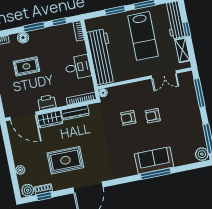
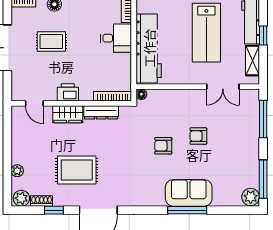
desk: (78, 67) -> (116, 38), moved
door: (23, 116) -> (34, 103), width x0.53
armchair: (128, 118) -> (163, 146), moved
window: (44, 196) -> (54, 210), moved

